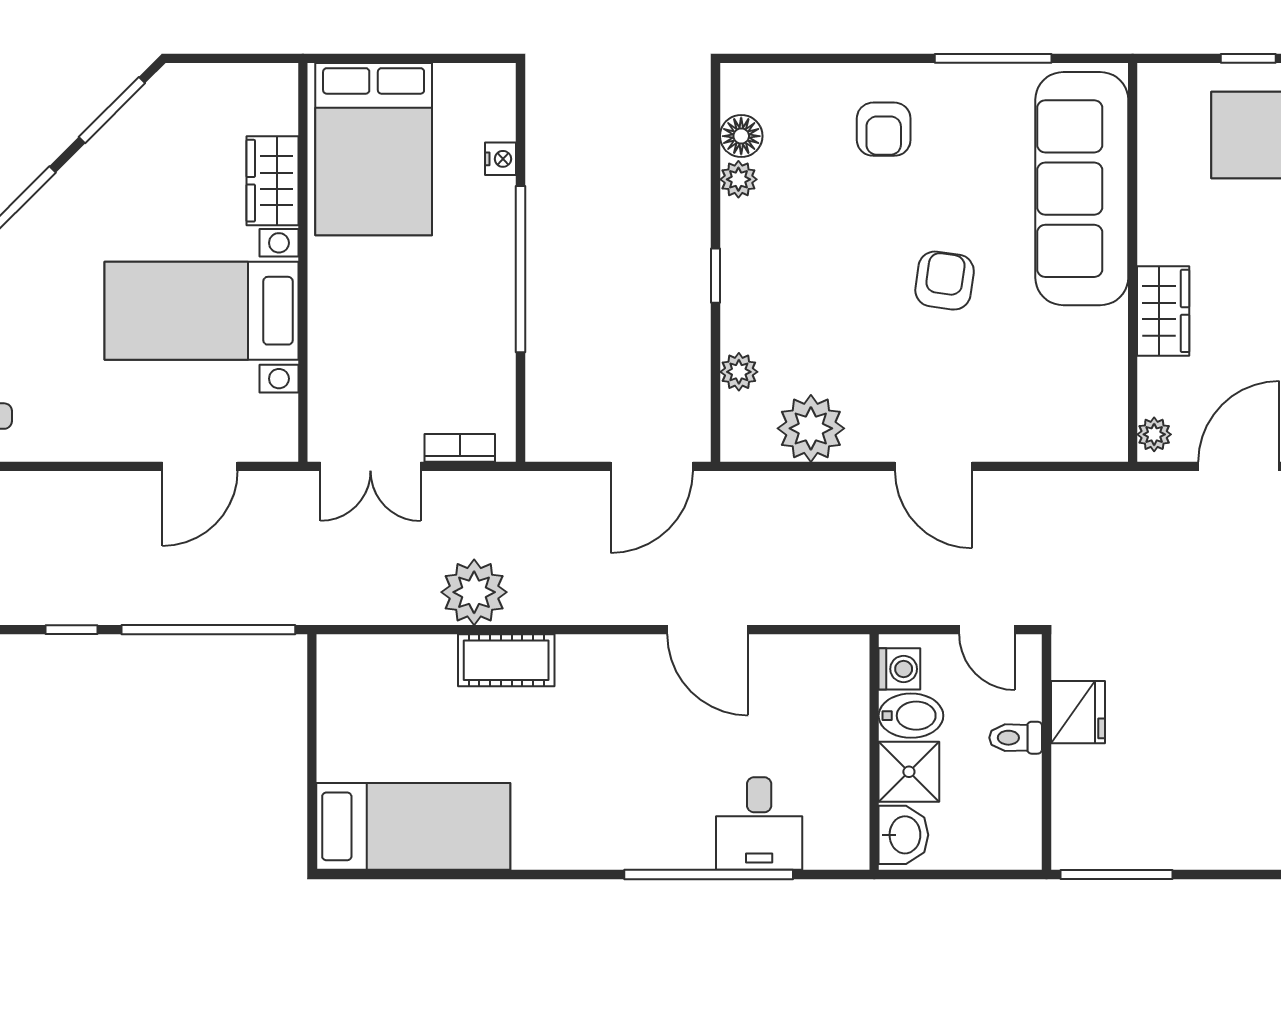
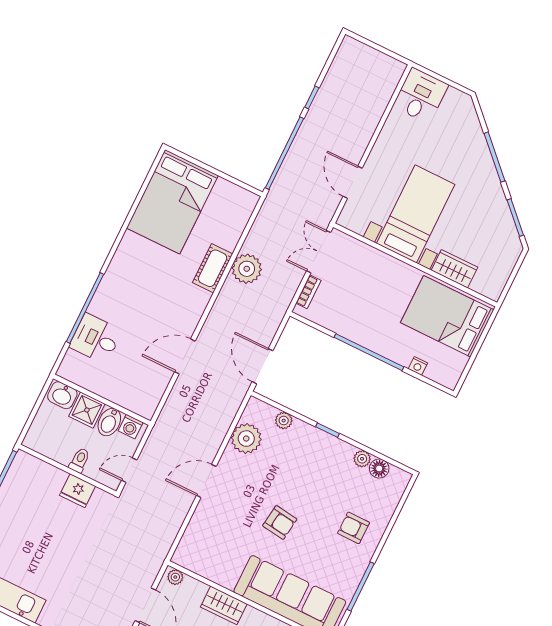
bed: (413, 826) -> (172, 202), width x1.50

